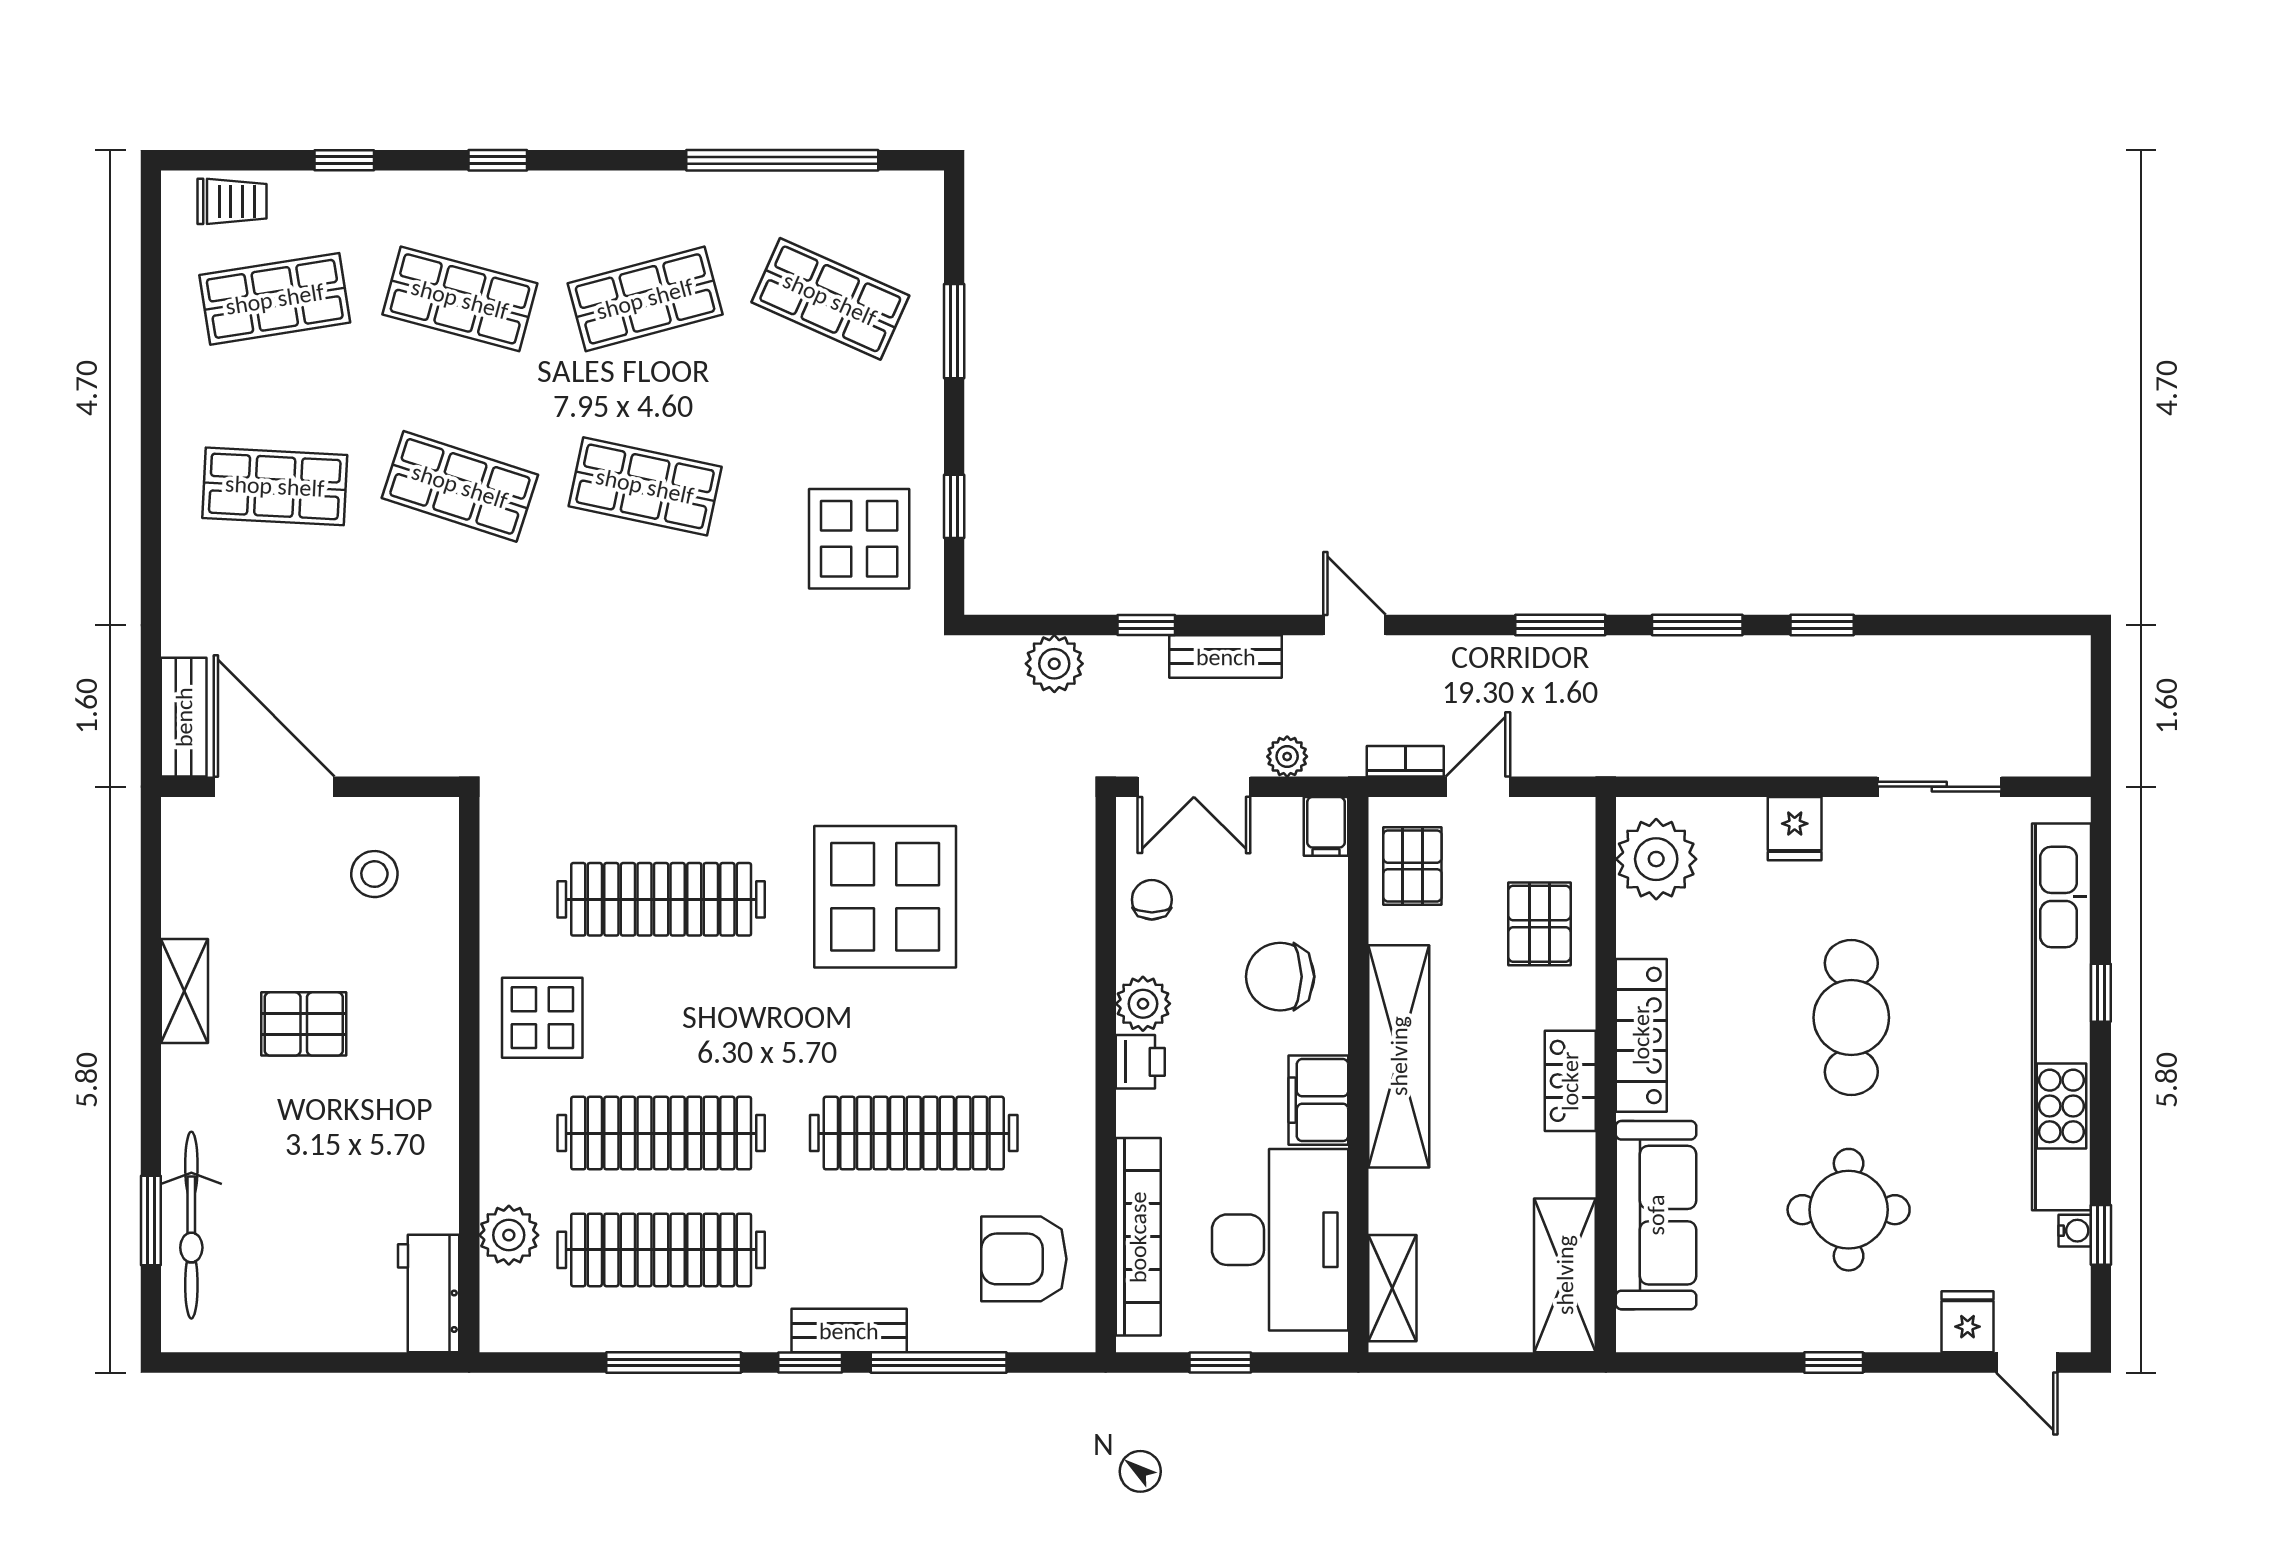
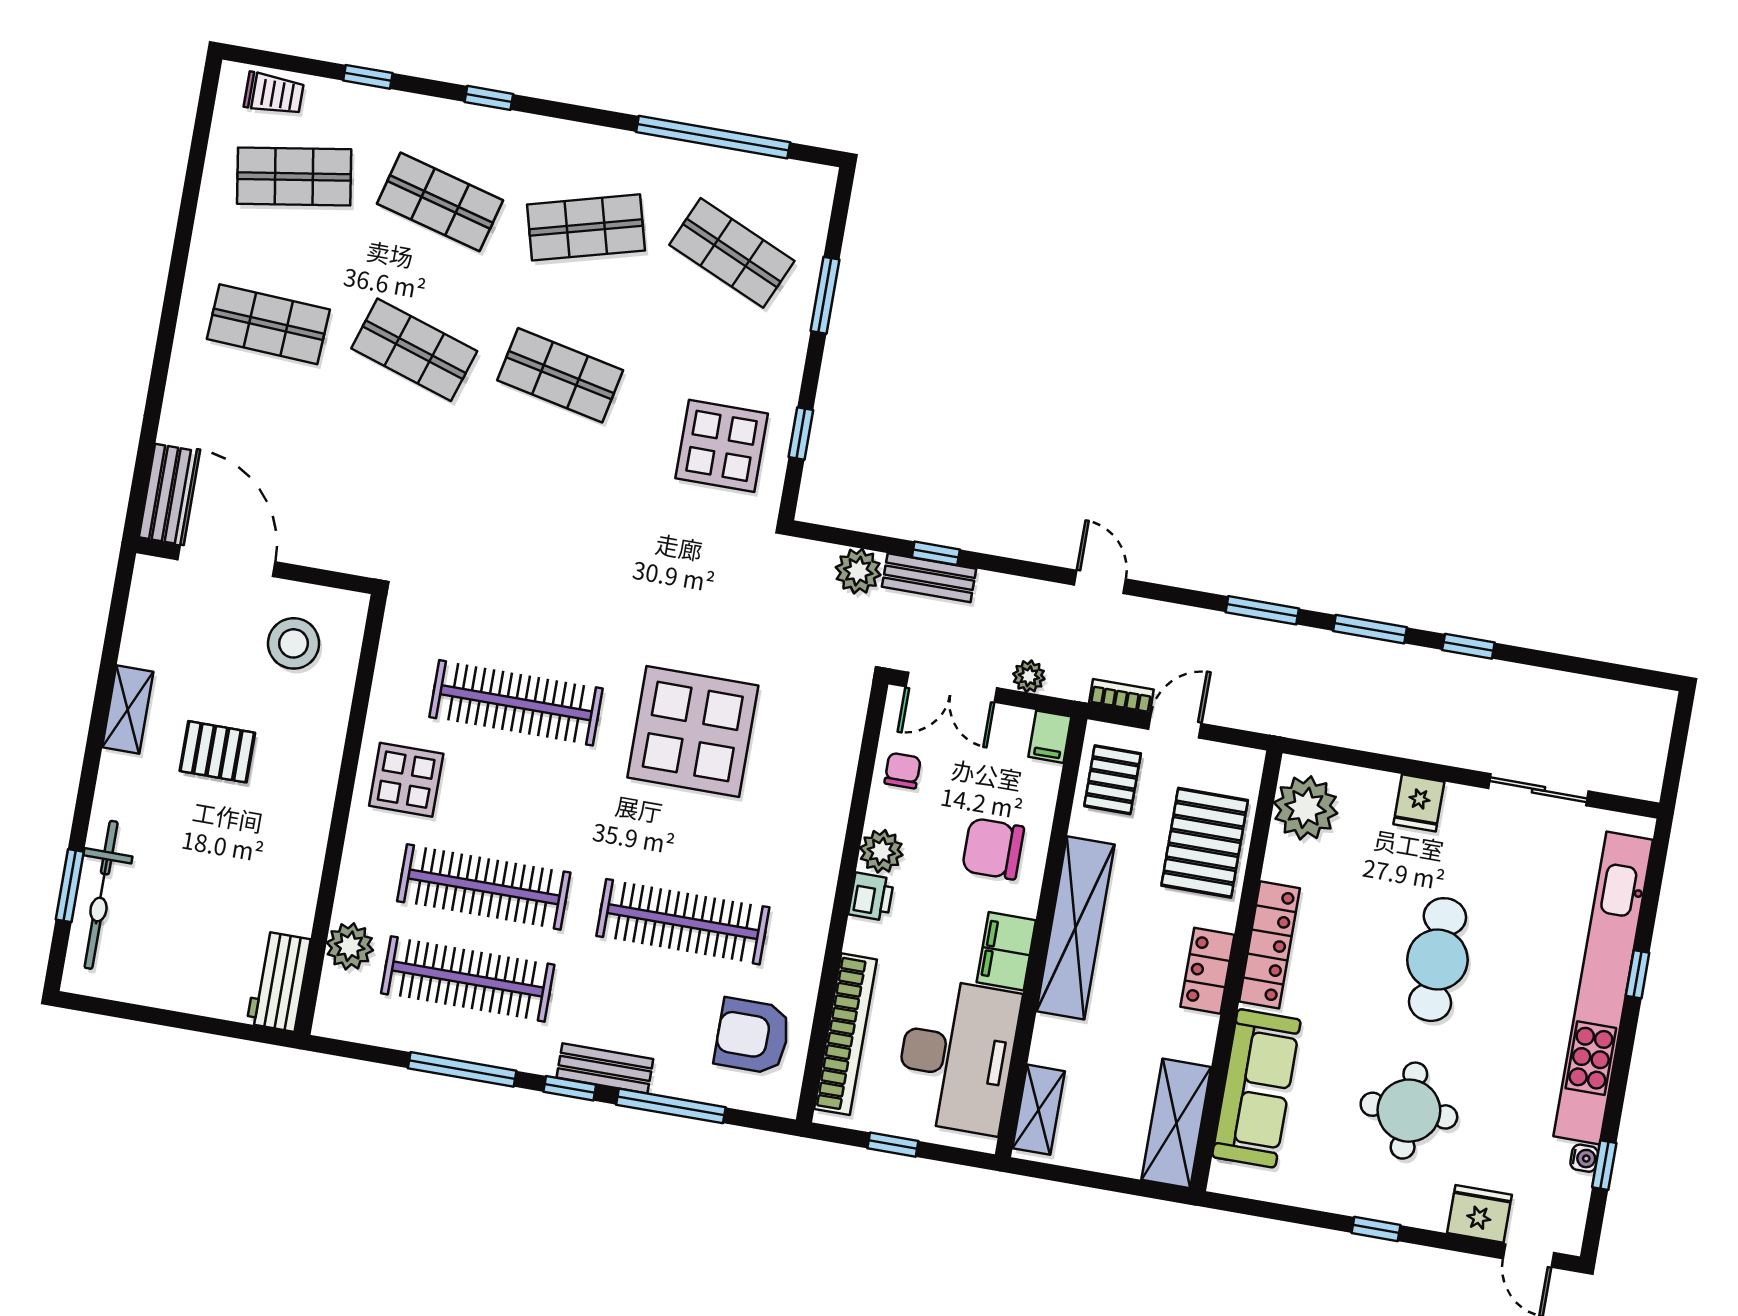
bench: (1226, 657) -> (929, 578), moved
stool: (374, 874) -> (294, 643), width x1.38, depth x1.38
pallet: (1539, 924) -> (1205, 843), width x1.50, depth x1.42
fridge: (1968, 1322) -> (1479, 1214), width x1.38

